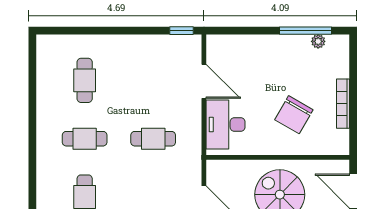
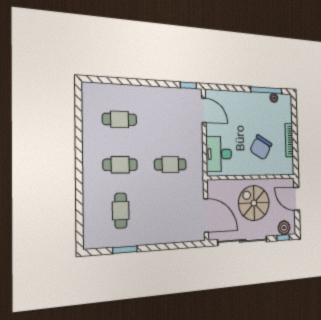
cafe table: (85, 80) -> (120, 119), turned 90
door: (204, 81) -> (204, 110), moved

